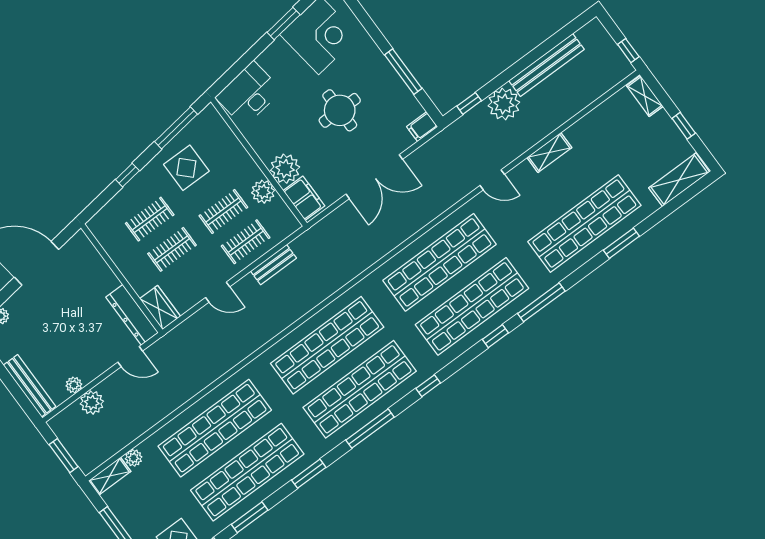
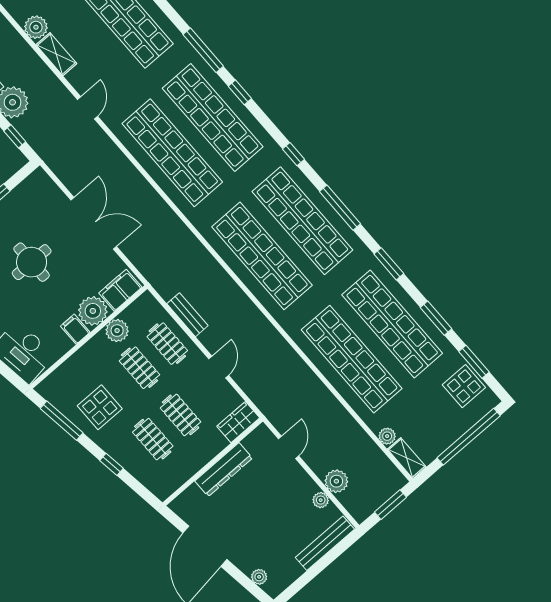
filing cabinet: (422, 127) -> (75, 329), moved, turned 180
plant: (578, 134) -> (36, 27), added
dresser: (132, 315) -> (224, 470), moved

